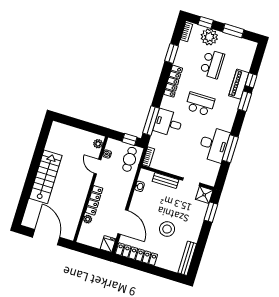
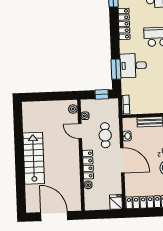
window: (151, 121) -> (116, 69), width x0.69
cafe table: (130, 159) -> (105, 135), moved
door: (123, 222) -> (122, 160), moved

